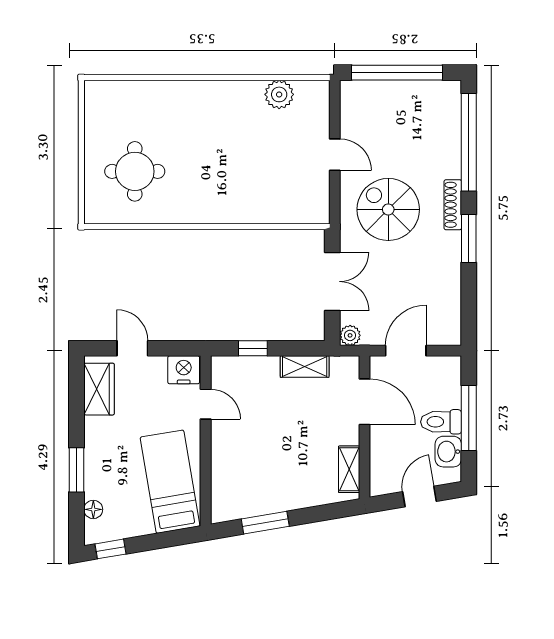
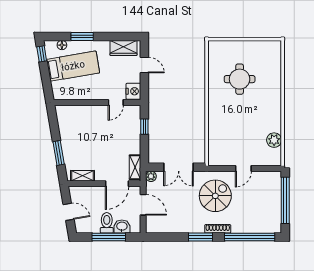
round table: (135, 171) -> (240, 79), moved
door: (132, 348) -> (144, 65), hinge flipped
shelving: (305, 367) -> (135, 167), moved
washbasin: (448, 452) -> (122, 227), moved
bed: (170, 482) -> (73, 66), moved
window: (265, 523) -> (59, 153), moved

